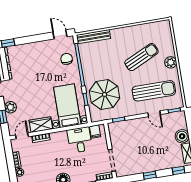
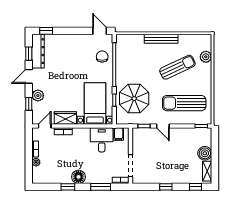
bench: (93, 37) -> (161, 39), moved
plant: (171, 62) -> (206, 57), moved
sun lounger: (154, 91) -> (184, 103), turned 180
door: (154, 114) -> (163, 126), moved

